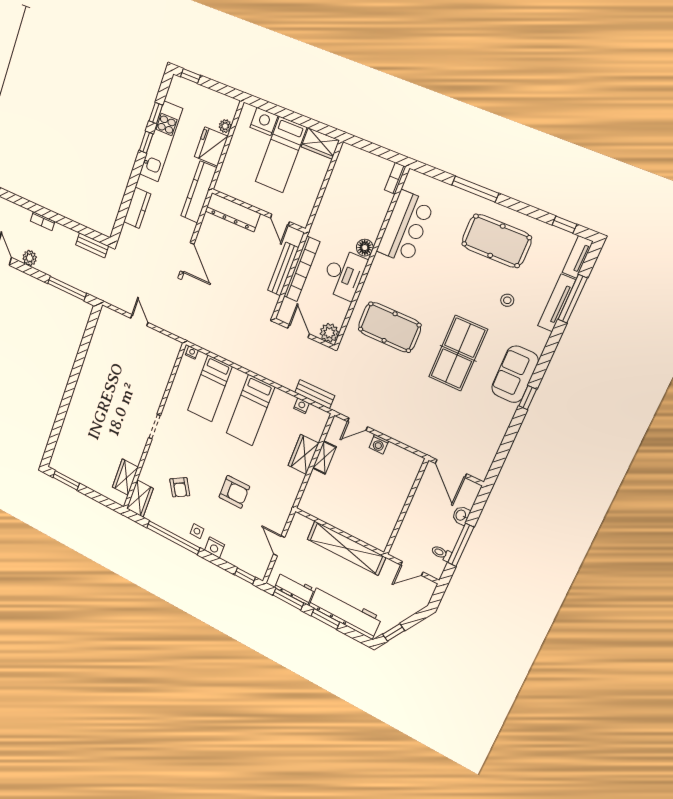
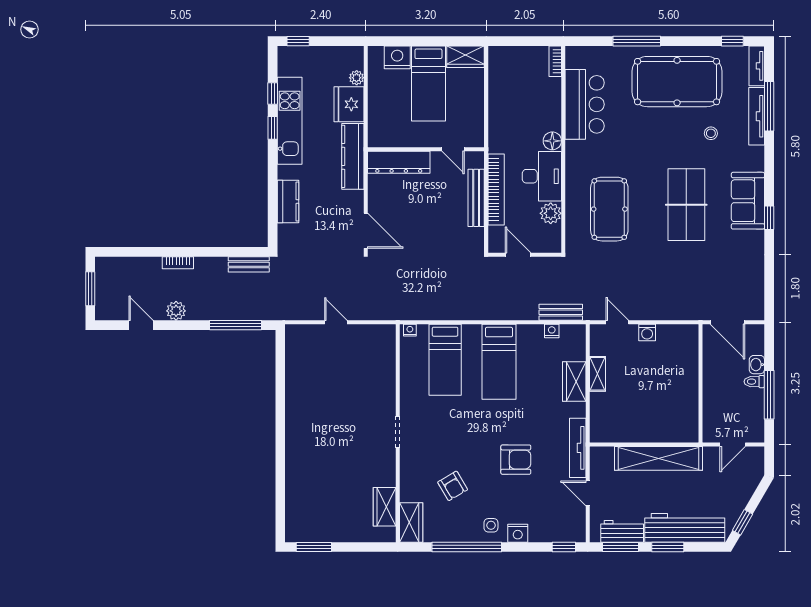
pool table: (496, 241) -> (677, 82), width x1.36, depth x1.32
pool table: (390, 327) -> (609, 209), turned 90
plant: (329, 333) -> (551, 213), moved
door: (358, 424) -> (617, 322), swing flipped
tv unit: (285, 507) -> (578, 448), added
toilet: (441, 553) -> (754, 382), moved

